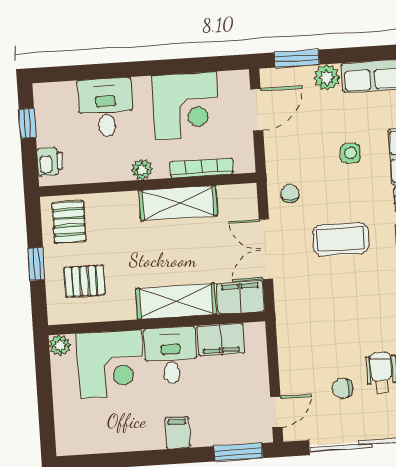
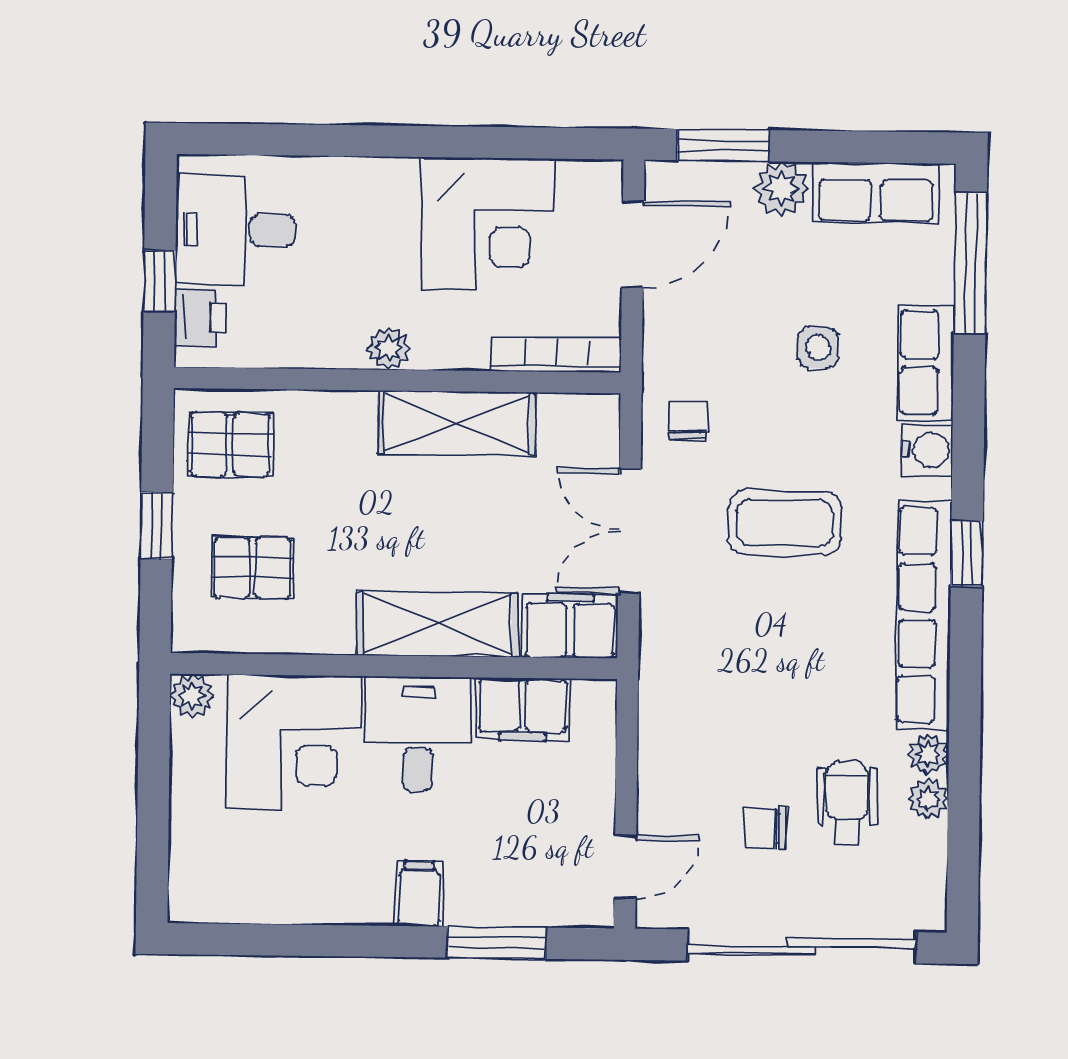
desk: (106, 108) -> (235, 230), moved, turned -90
window: (27, 123) -> (160, 281), moved
bookcase: (202, 168) -> (556, 355), moved
pallet: (69, 222) -> (230, 444), turned 90
window: (238, 452) -> (496, 943), moved

